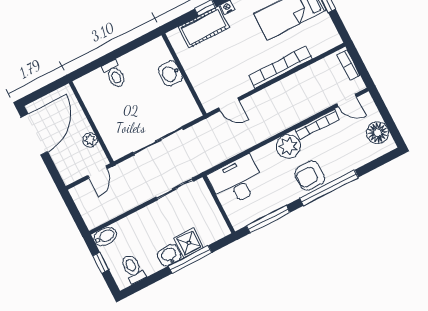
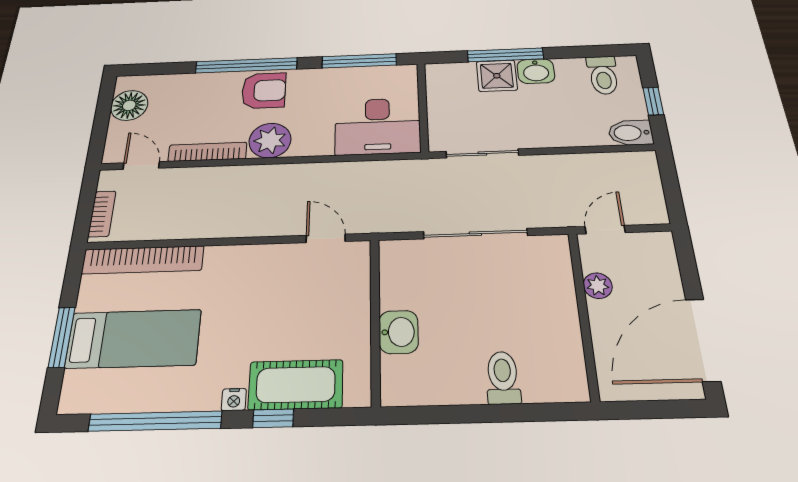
bookcase: (281, 67) -> (143, 260), moved

